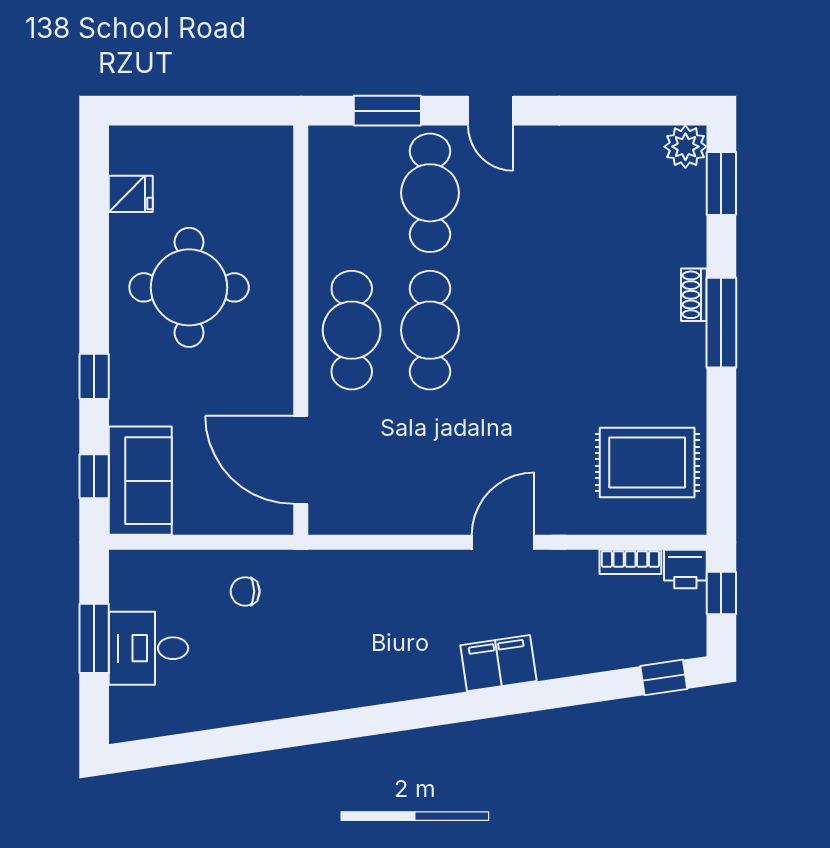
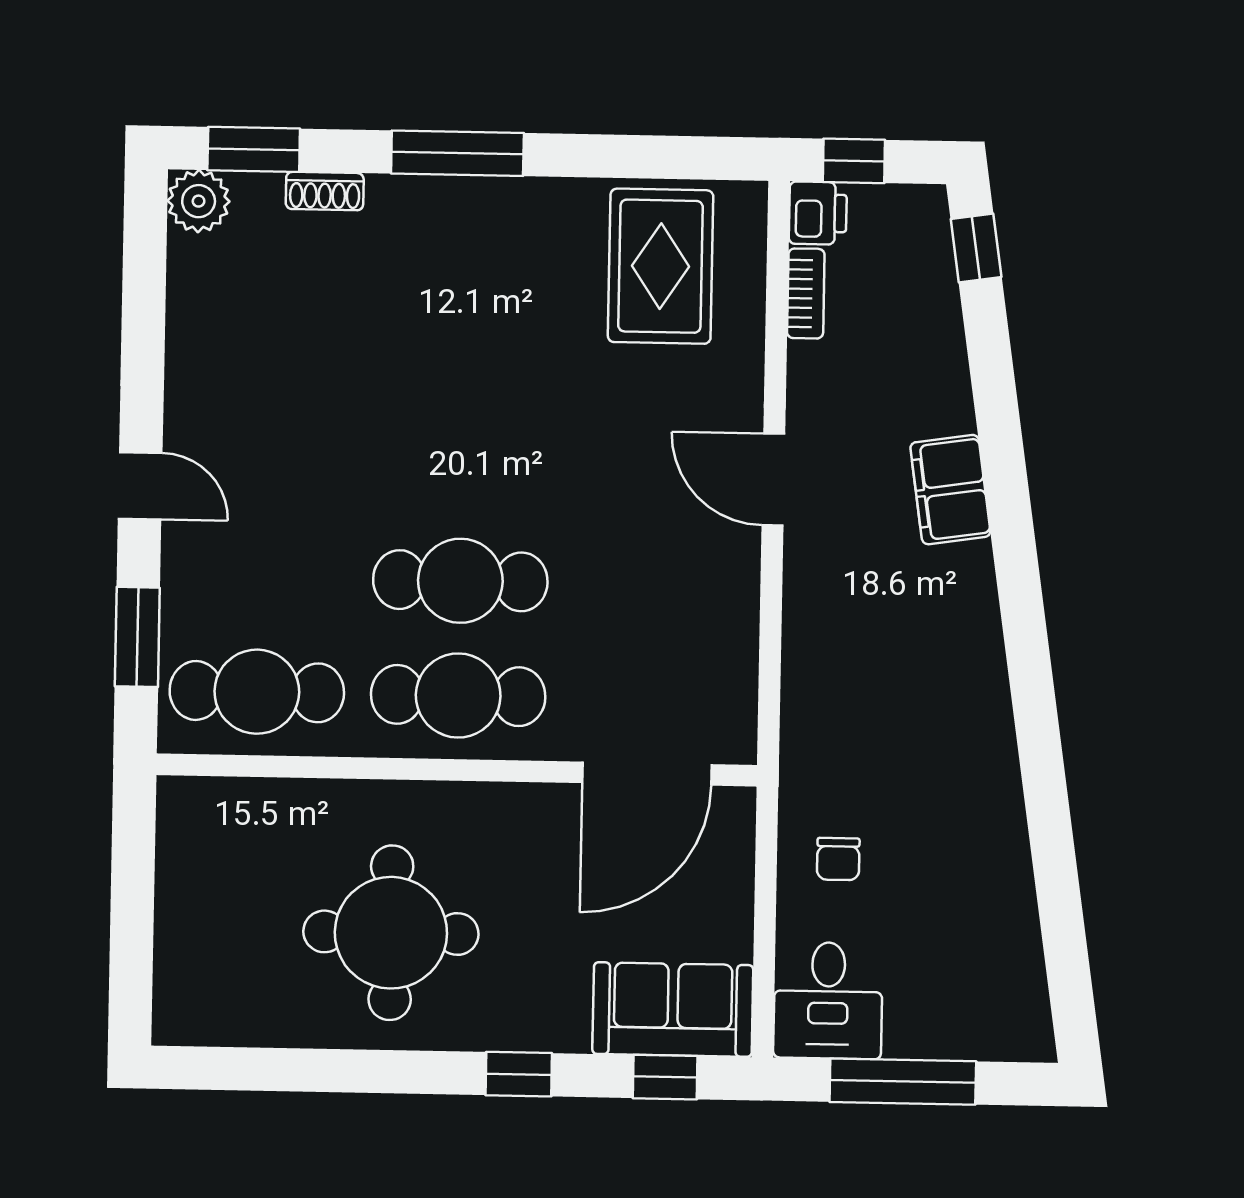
door: (491, 111) -> (140, 486), hinge flipped
cafe table: (430, 193) -> (257, 692), moved
fridge: (131, 194) -> (252, 1015), removed
shoe rack: (694, 295) -> (325, 191), moved
window: (94, 638) -> (903, 1082), width x1.44
desk: (149, 648) -> (828, 1000), moved

